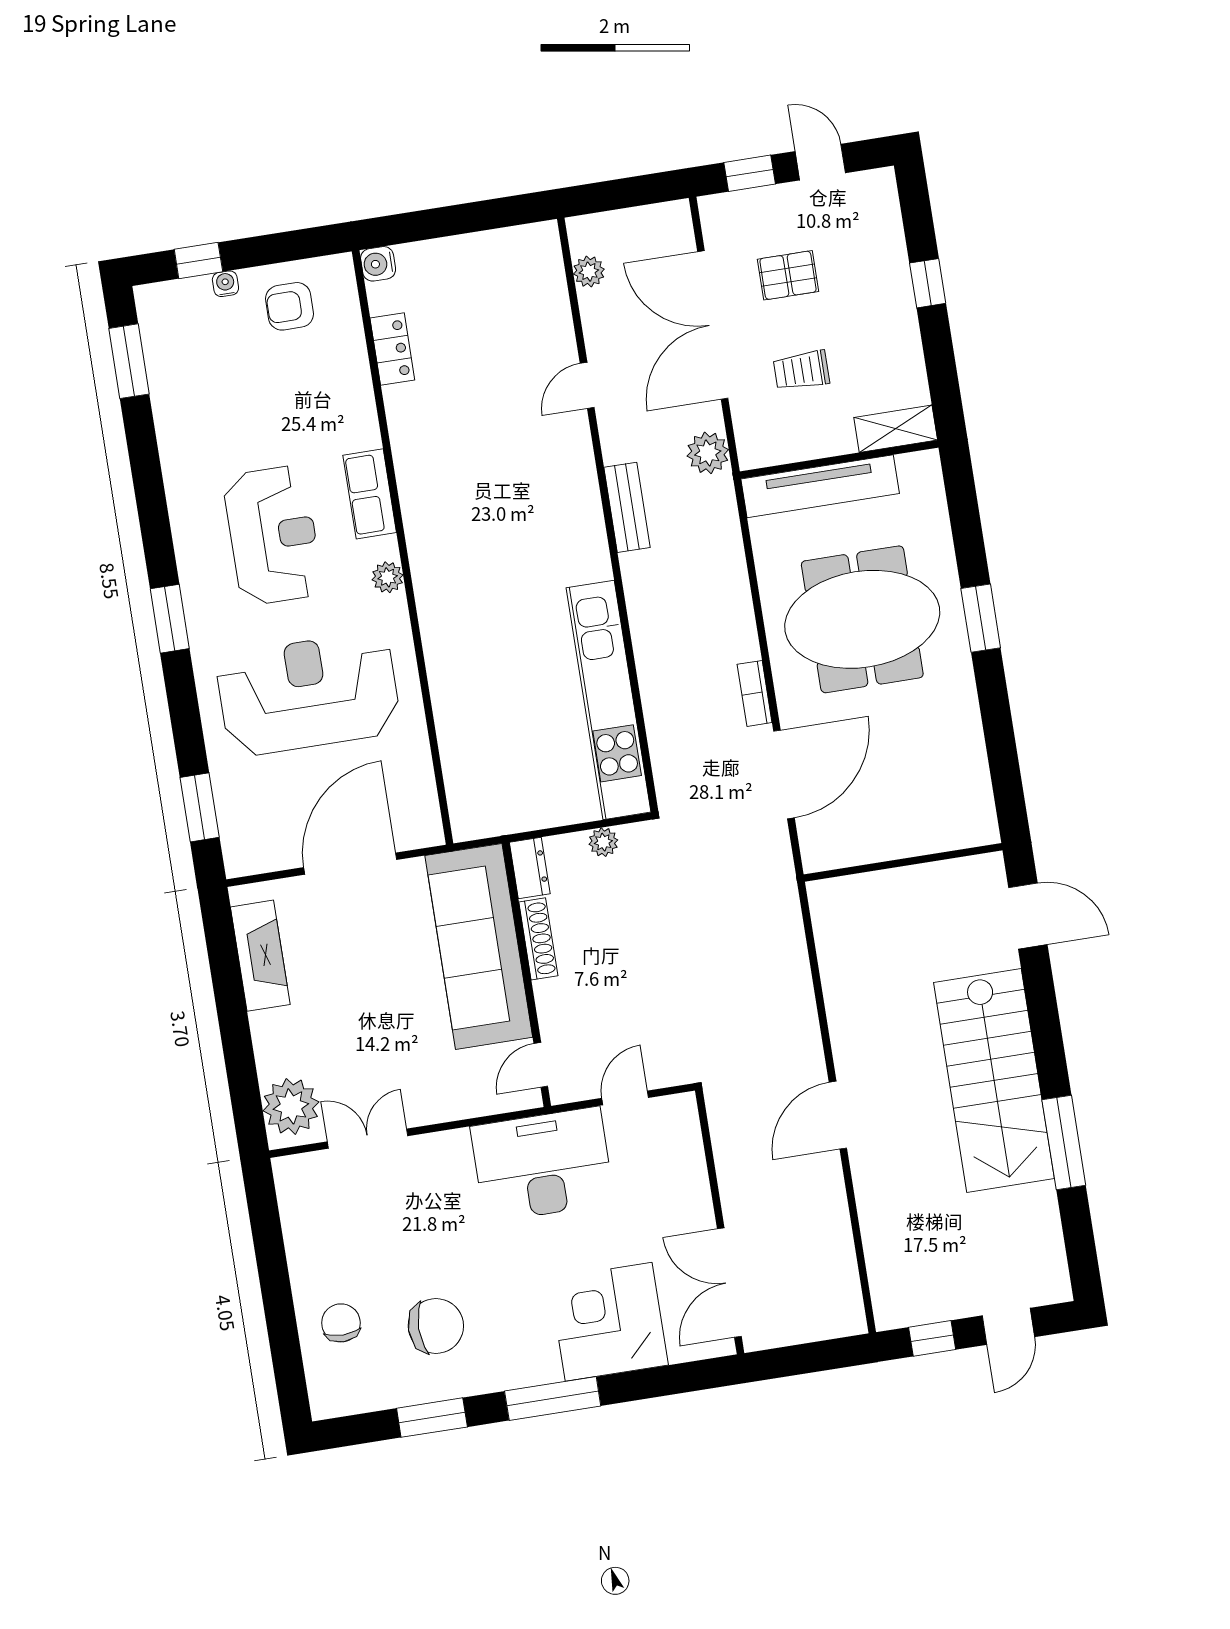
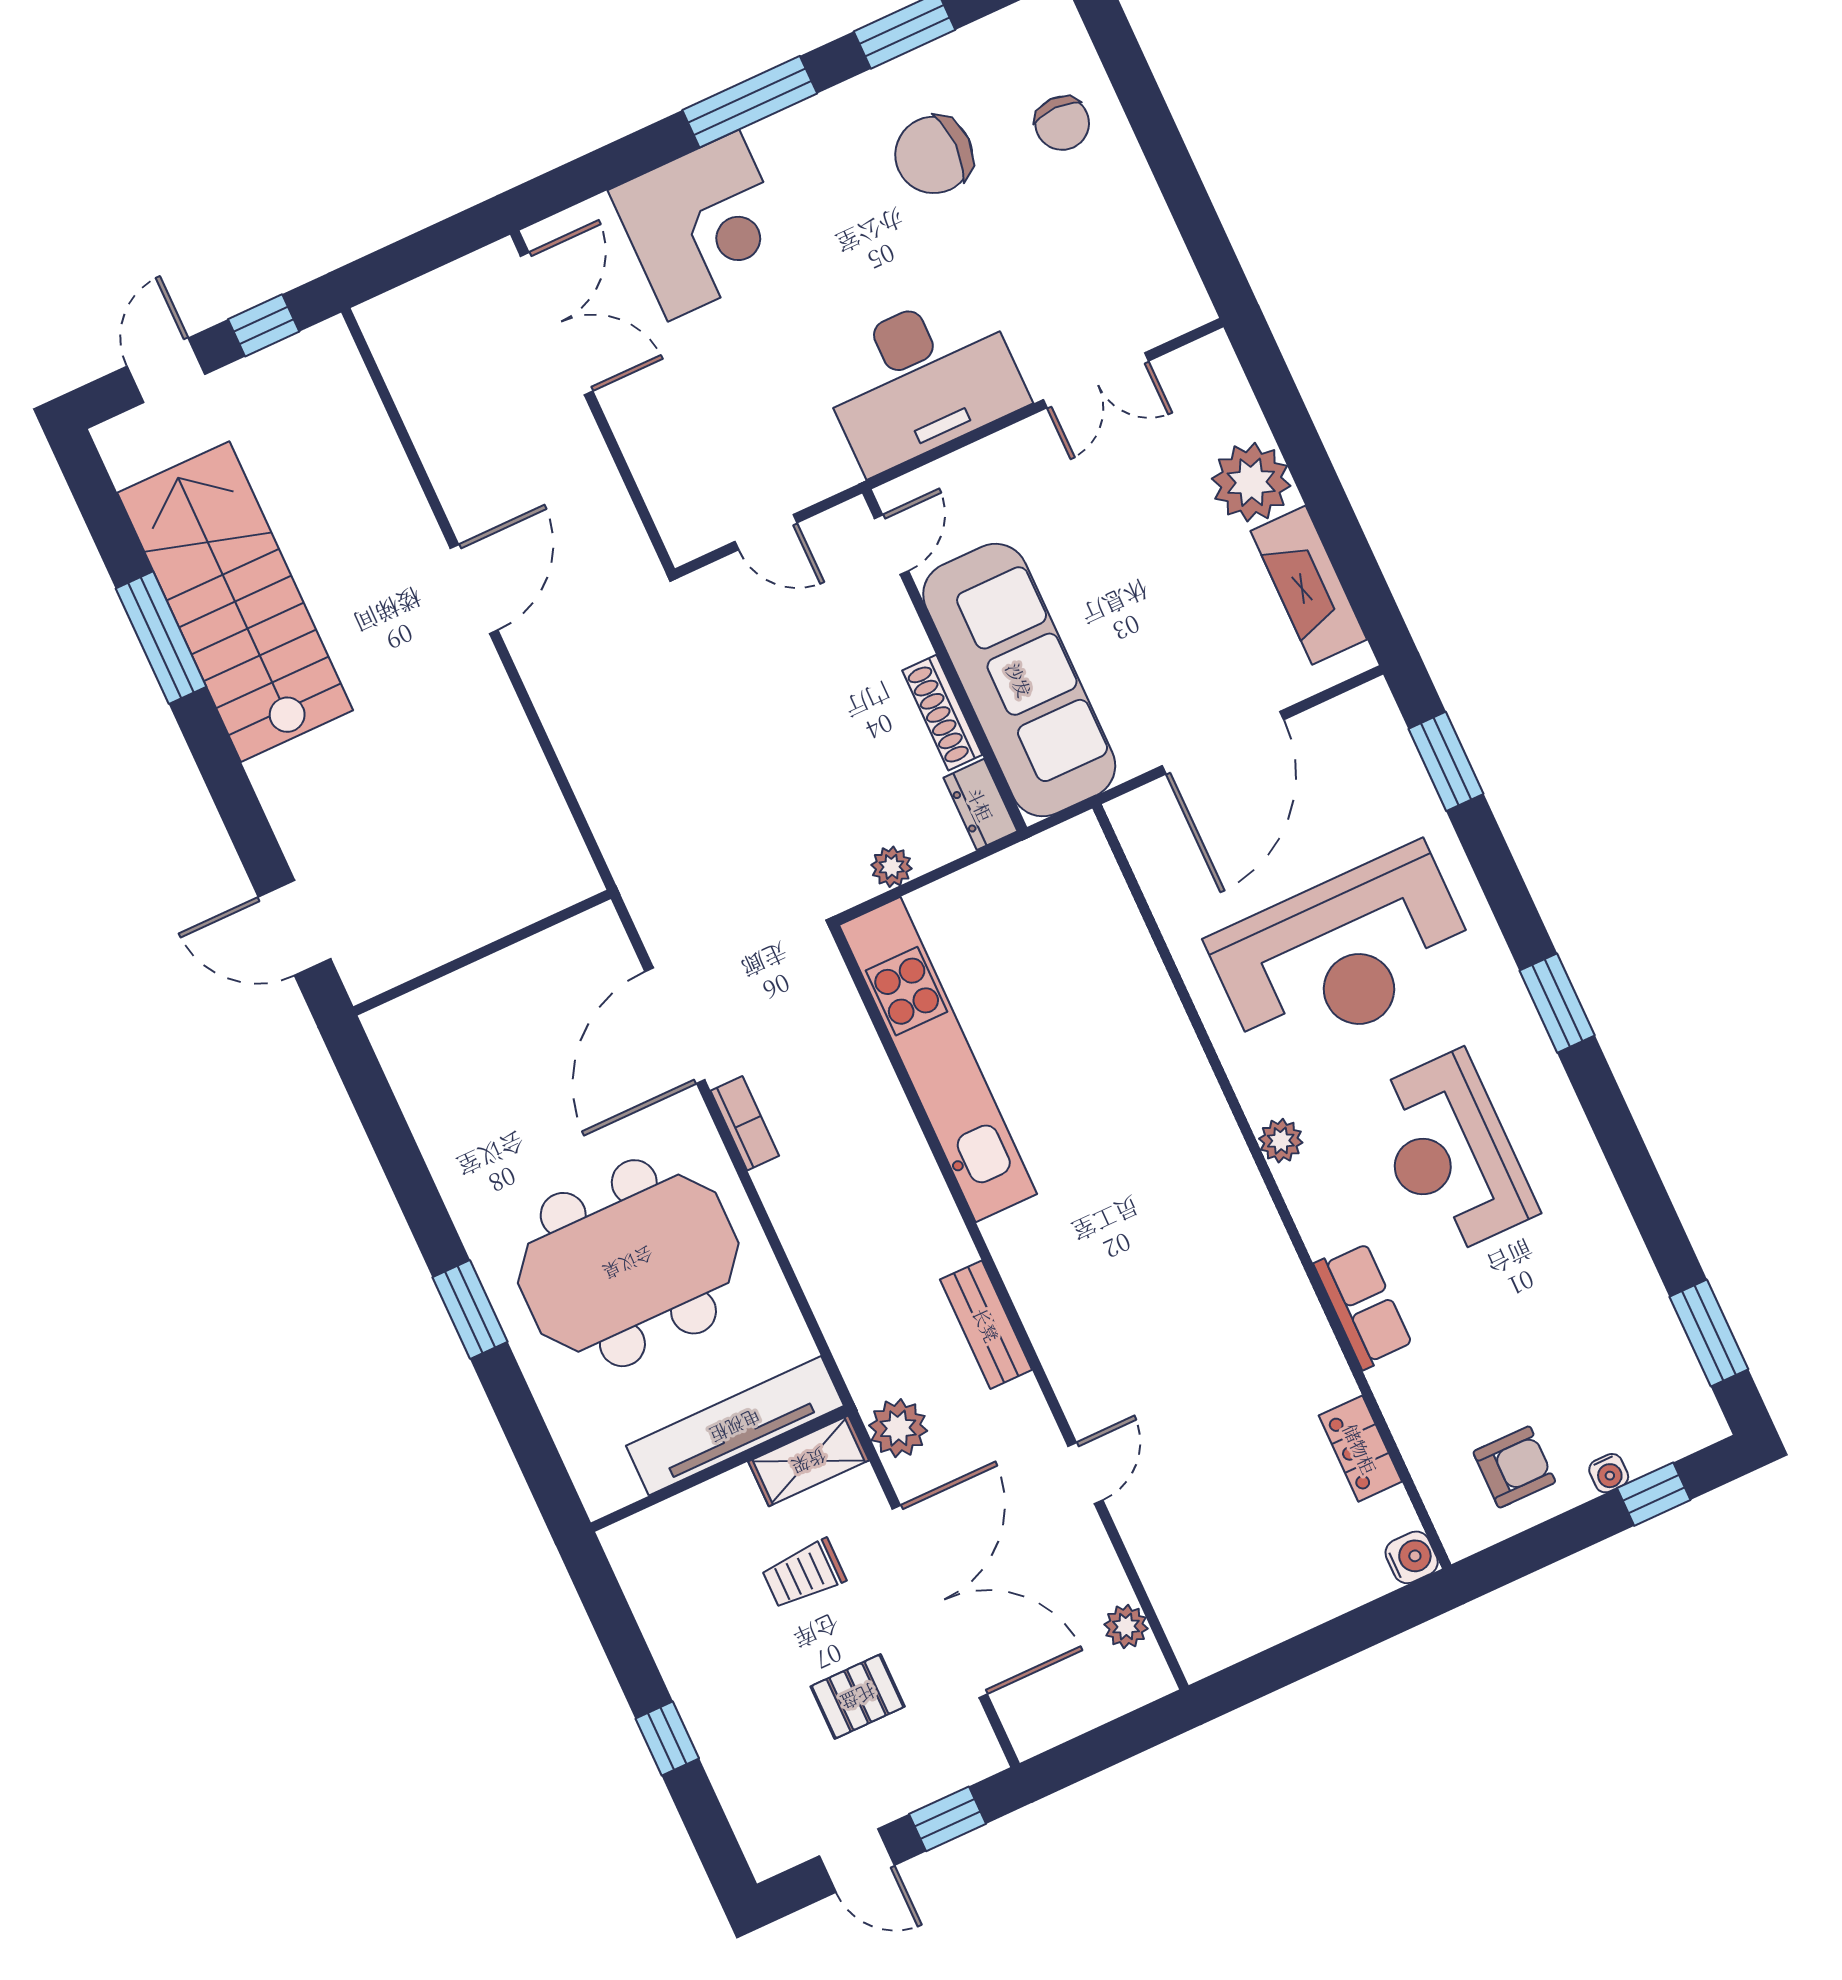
trolley: (801, 370) -> (804, 1574), turned 180
shelving: (896, 429) -> (809, 1461), moved
row of seats: (370, 494) -> (1363, 1305), moved
stairs: (994, 1080) -> (235, 602), moved
door: (625, 1098) -> (766, 532), hinge flipped
plant: (291, 1106) -> (1251, 482), moved
desk: (542, 1165) -> (921, 379), moved

